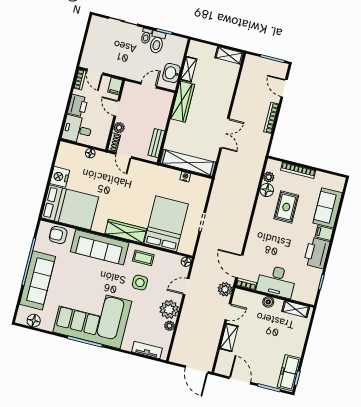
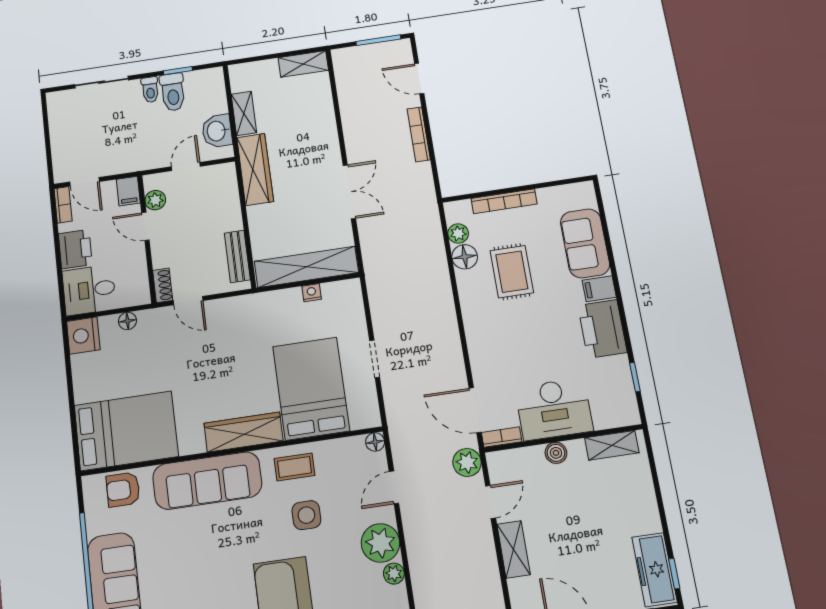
plant: (119, 128) -> (155, 200), moved
nightstand: (60, 177) -> (83, 336), moved

